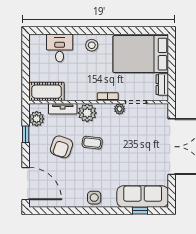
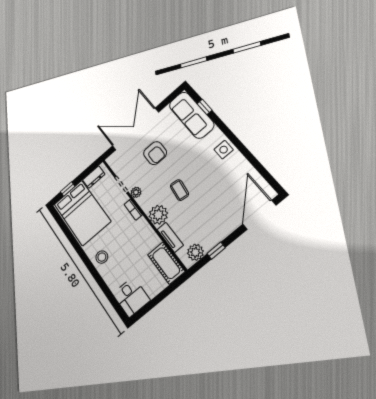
desk: (60, 48) -> (131, 297), moved, turned -90
window: (172, 56) -> (68, 189), added
armchair: (61, 147) -> (155, 153), moved, turned 71

